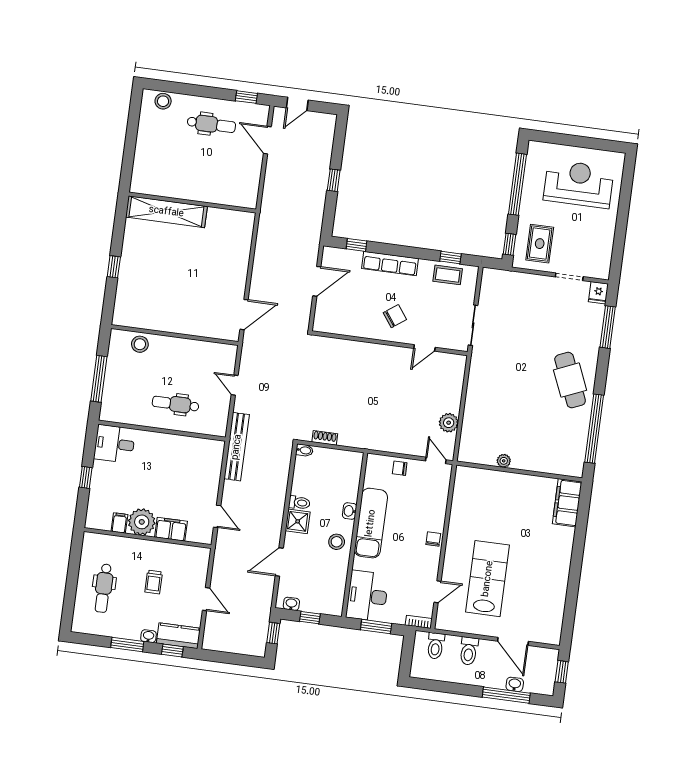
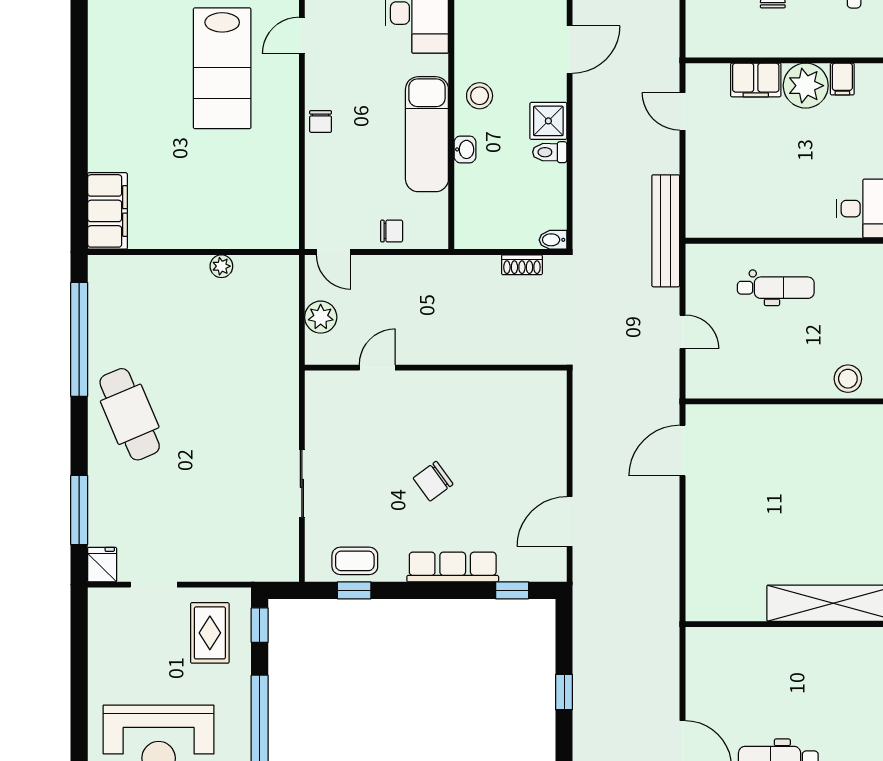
wall: (390, 343) -> (436, 368), moved
door: (424, 348) -> (377, 368), moved

